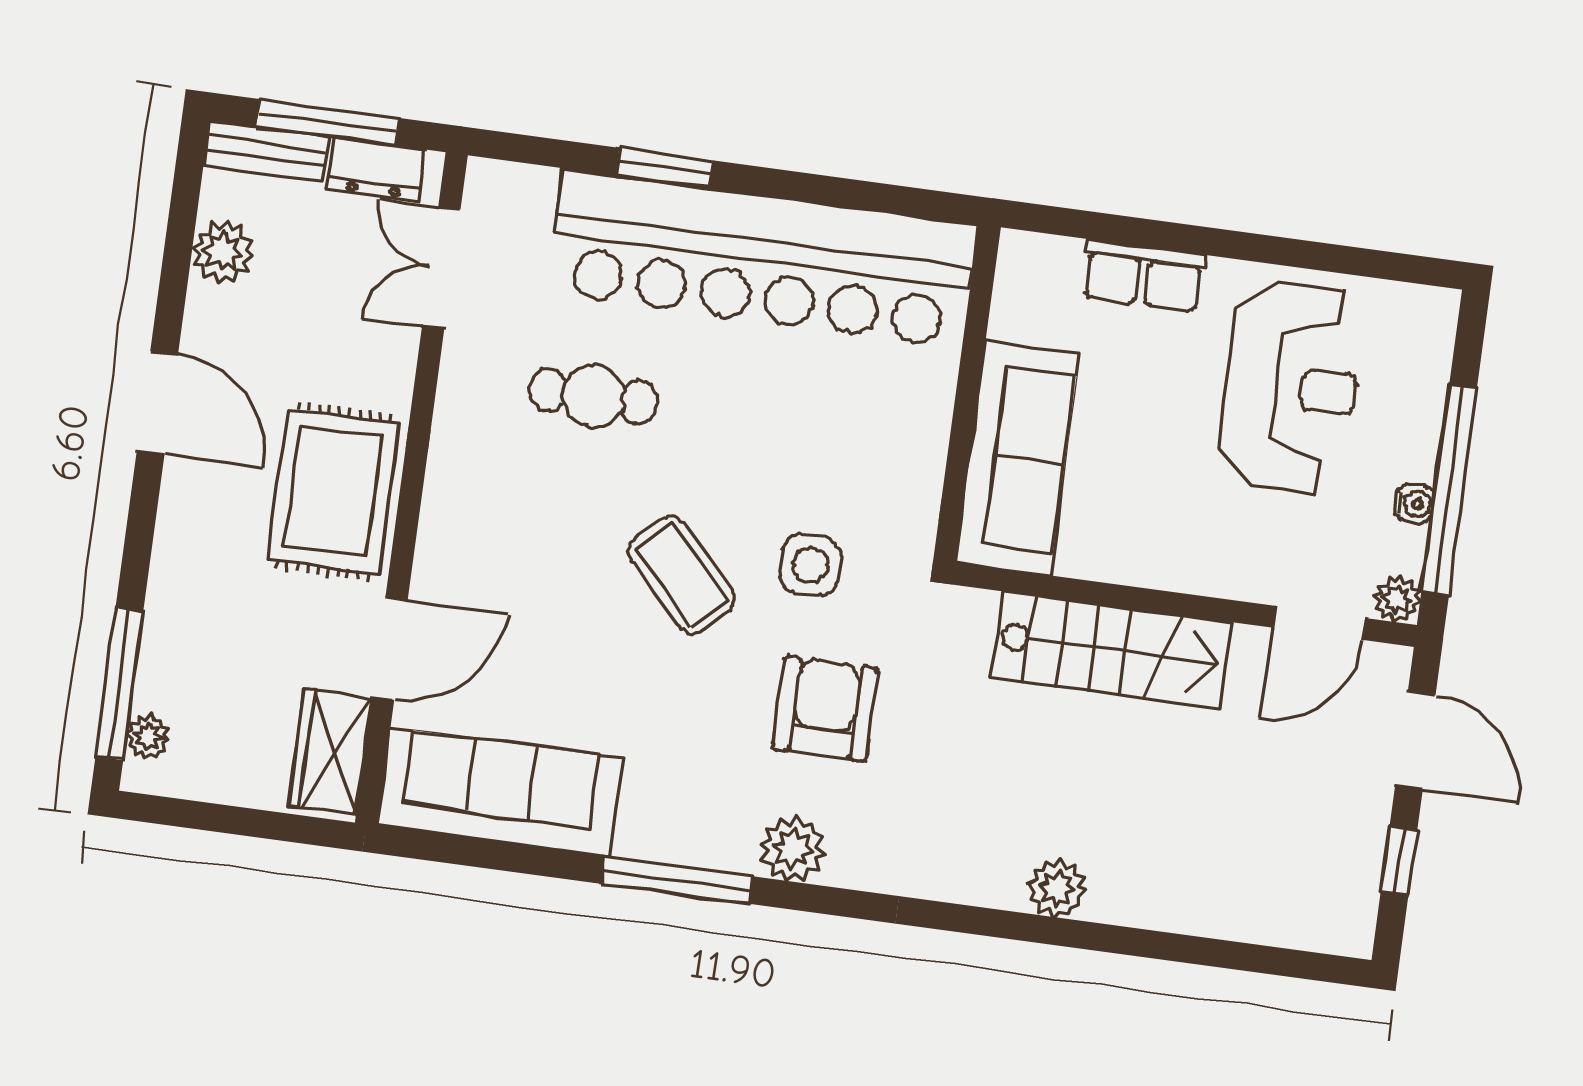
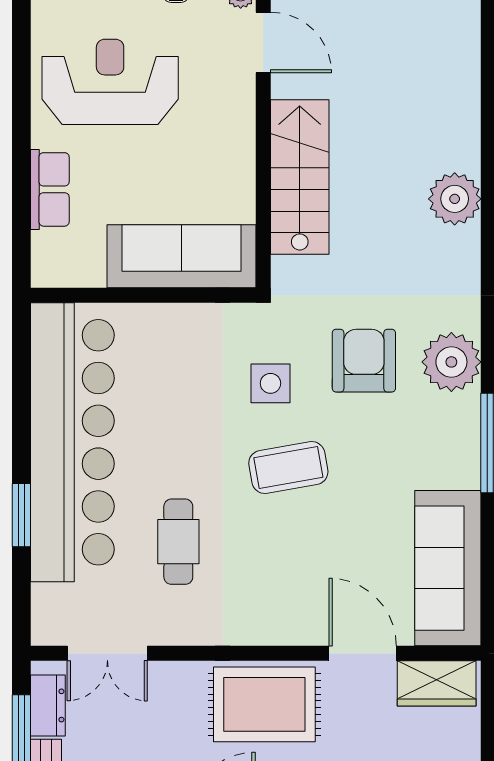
coffee table: (681, 575) -> (288, 468), turned 33
armchair: (825, 709) -> (364, 361), turned 90
plant: (792, 849) -> (451, 362), width x1.36, depth x1.36
plant: (1057, 888) -> (455, 199), width x1.36, depth x1.36

